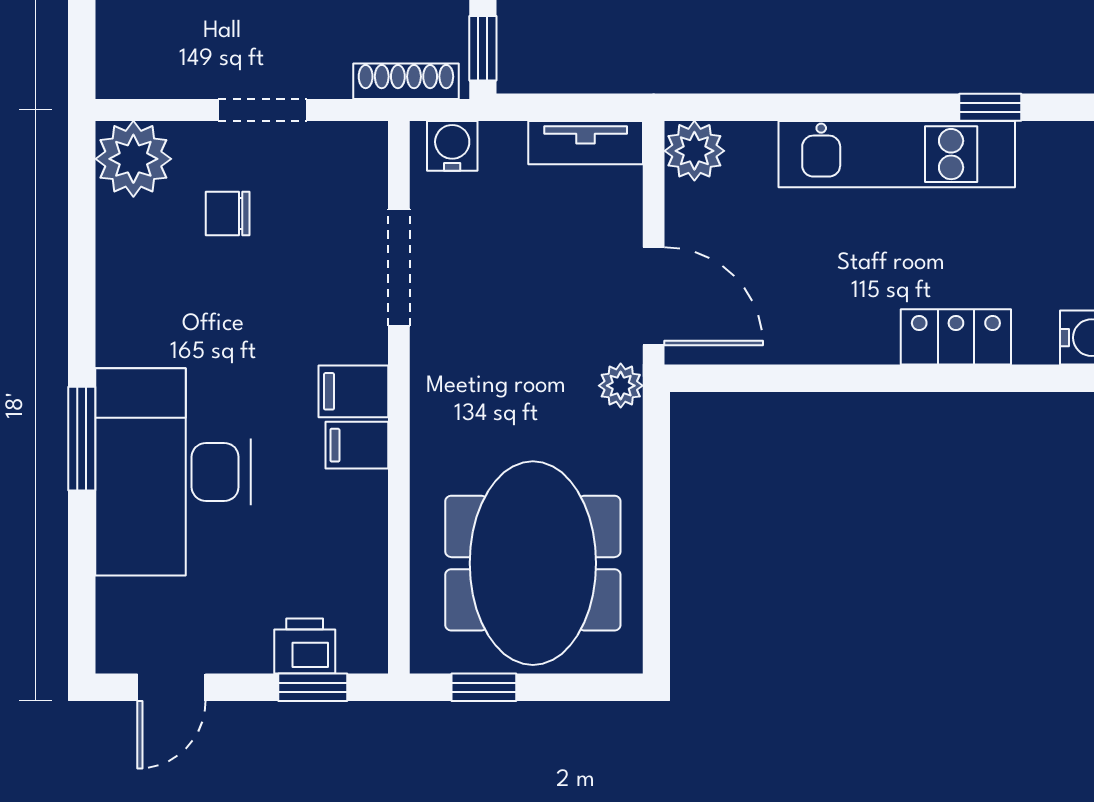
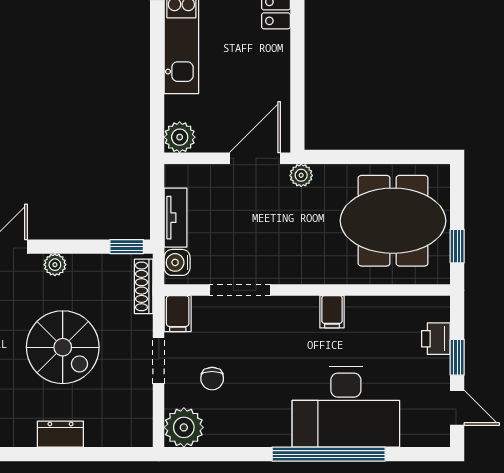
tv unit: (586, 143) -> (175, 218), moved
filing cabinet: (353, 391) -> (178, 314), moved
window: (82, 439) -> (329, 454), width x2.11
window: (313, 687) -> (457, 357), moved

